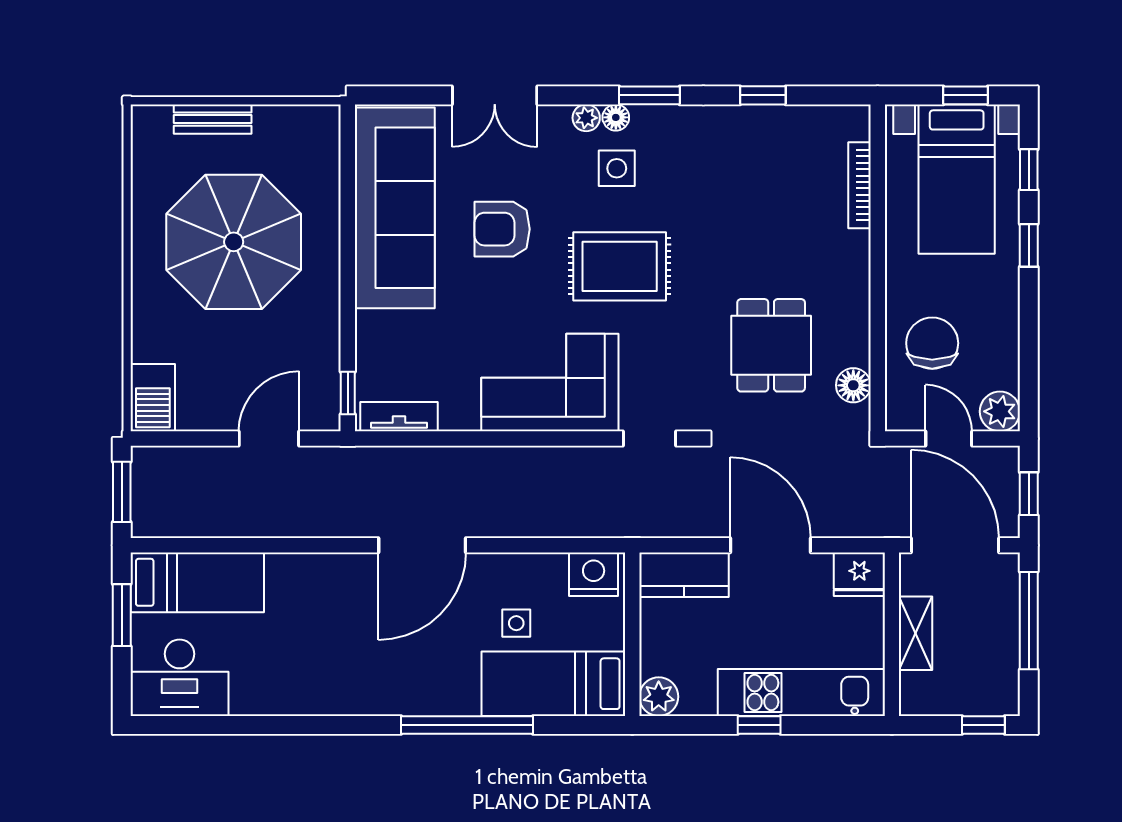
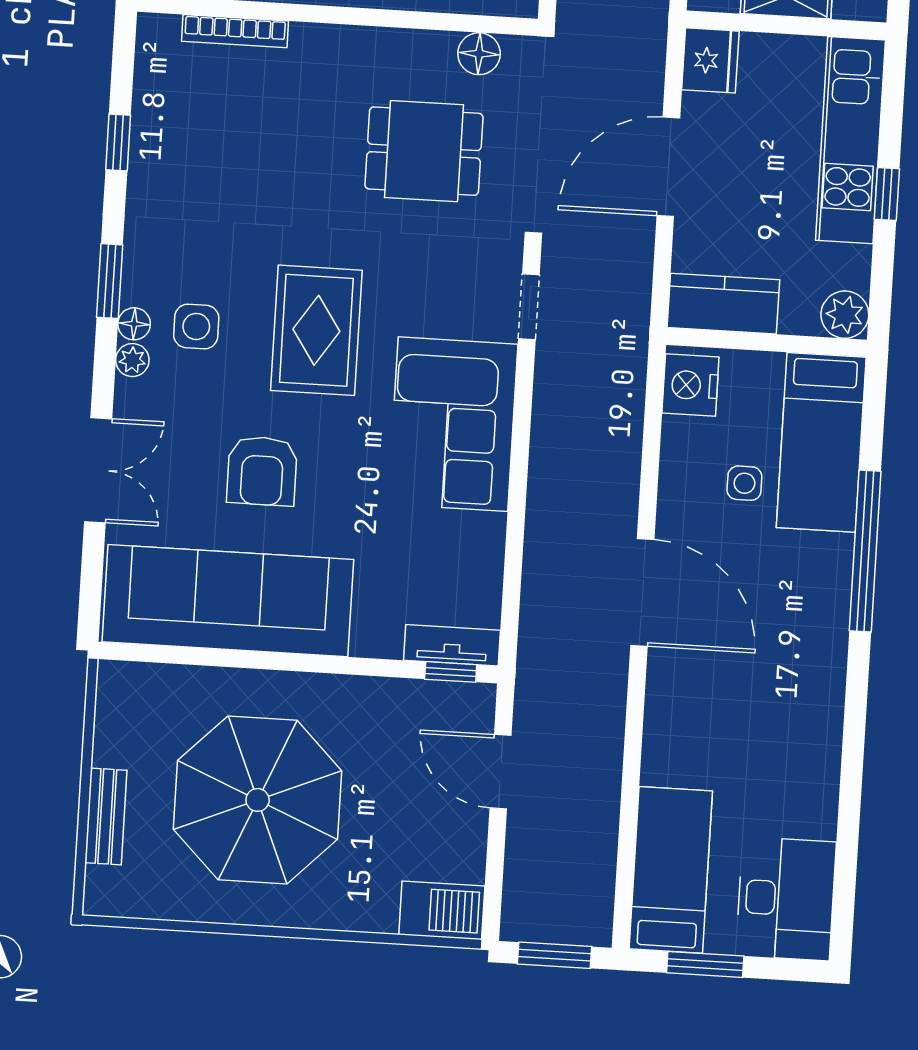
tv unit: (399, 417) -> (452, 645), moved, turned 90
kitchen counter: (684, 575) -> (723, 304), moved, turned -90

